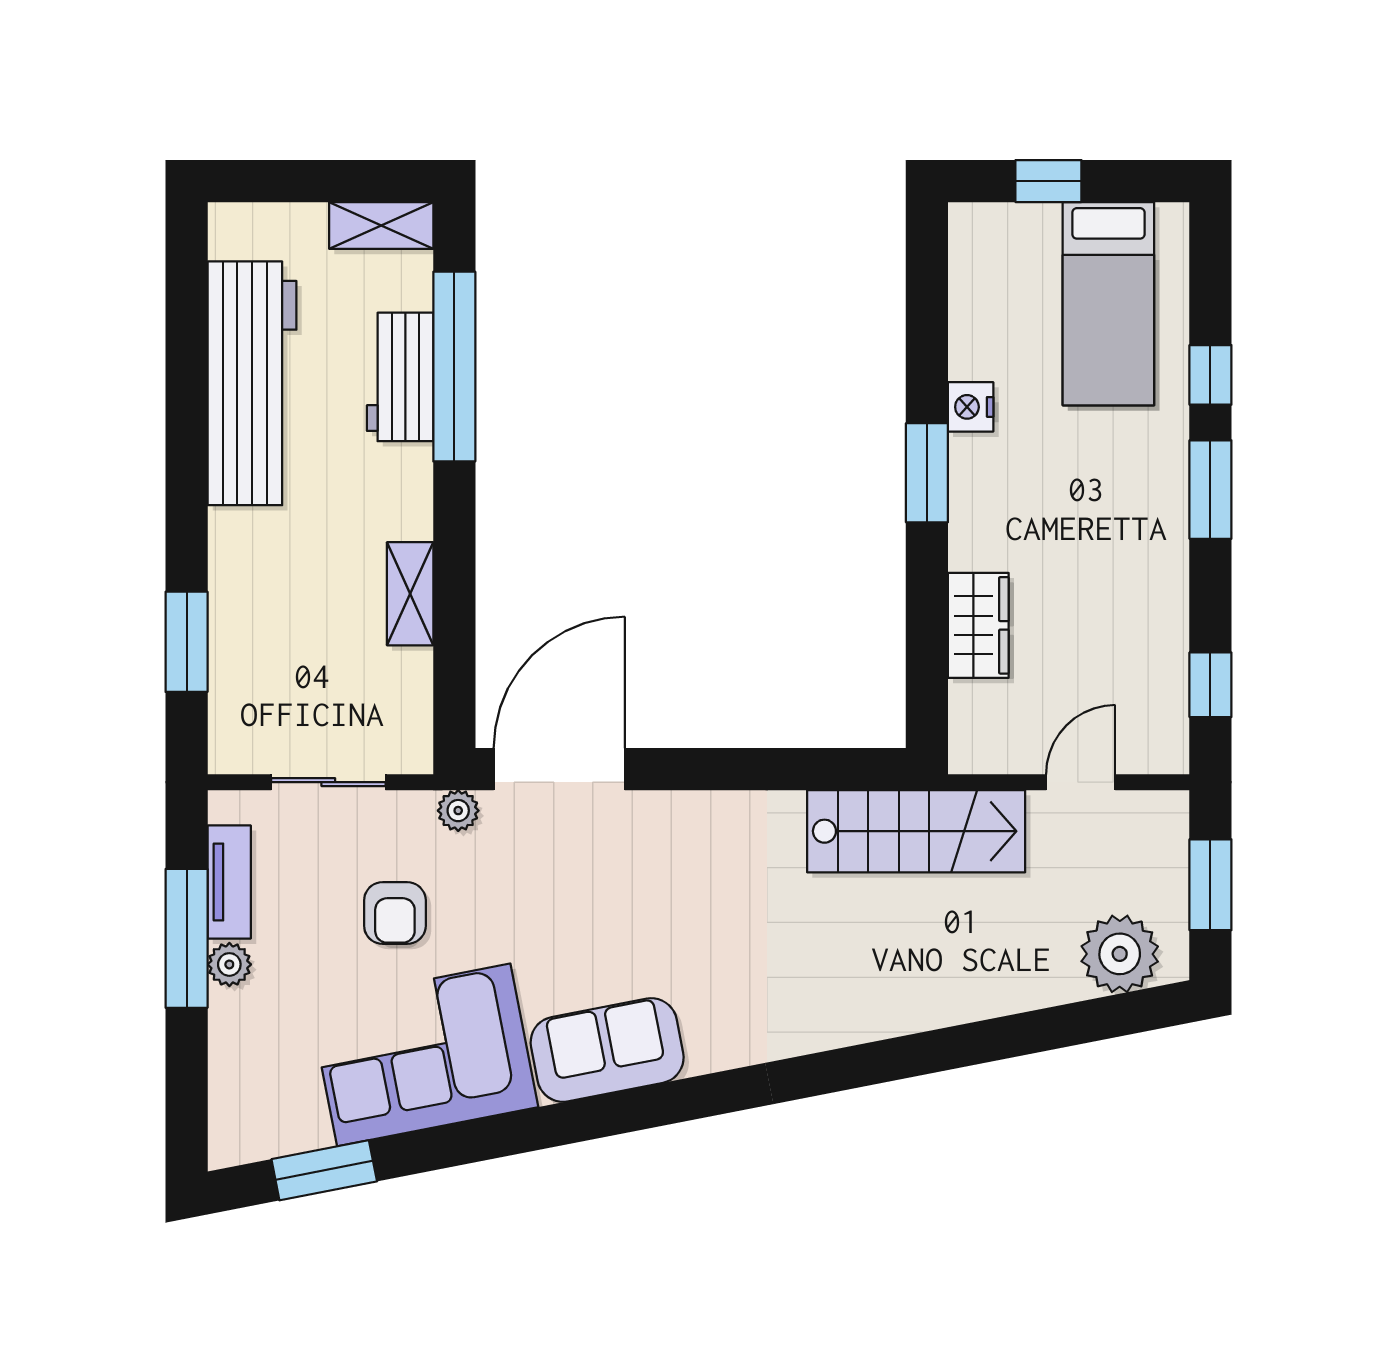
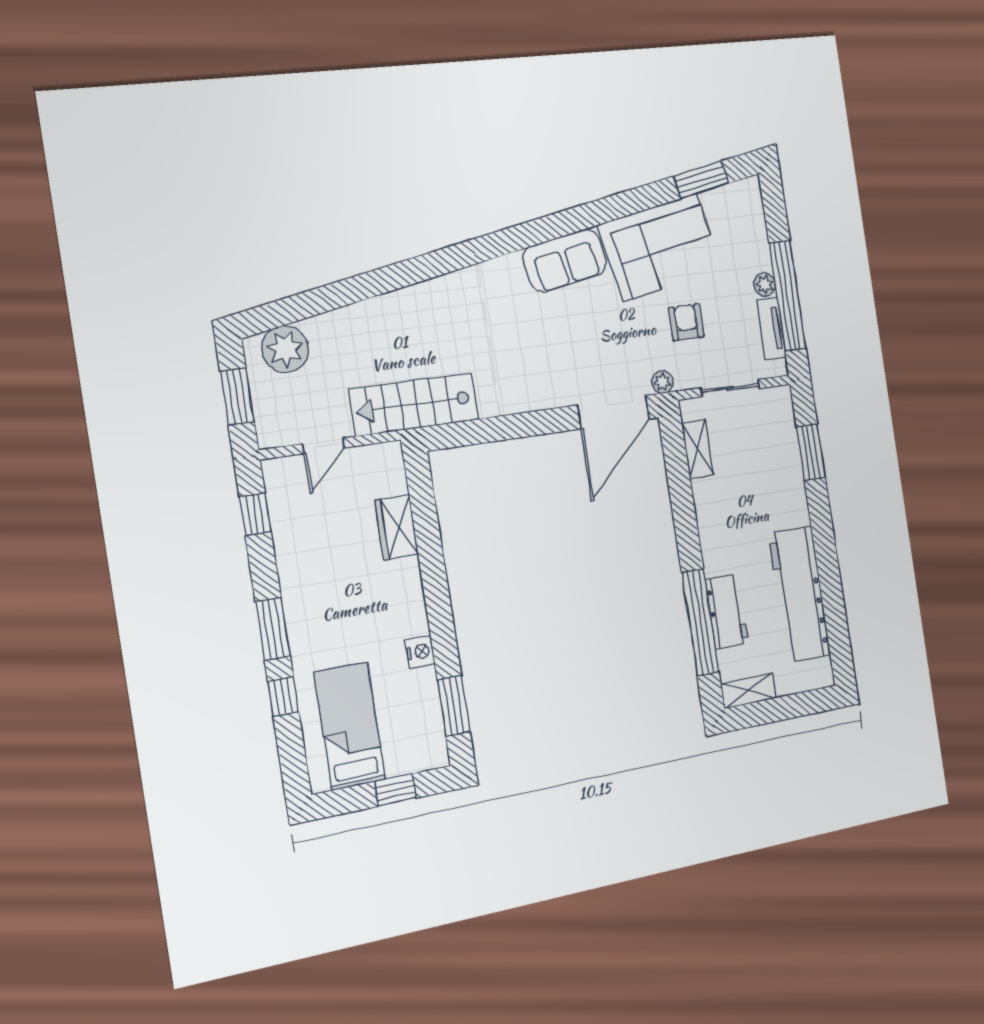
window: (927, 473) -> (454, 706), moved
shelving: (410, 594) -> (697, 449), moved
window: (187, 938) -> (788, 296), width x1.46

